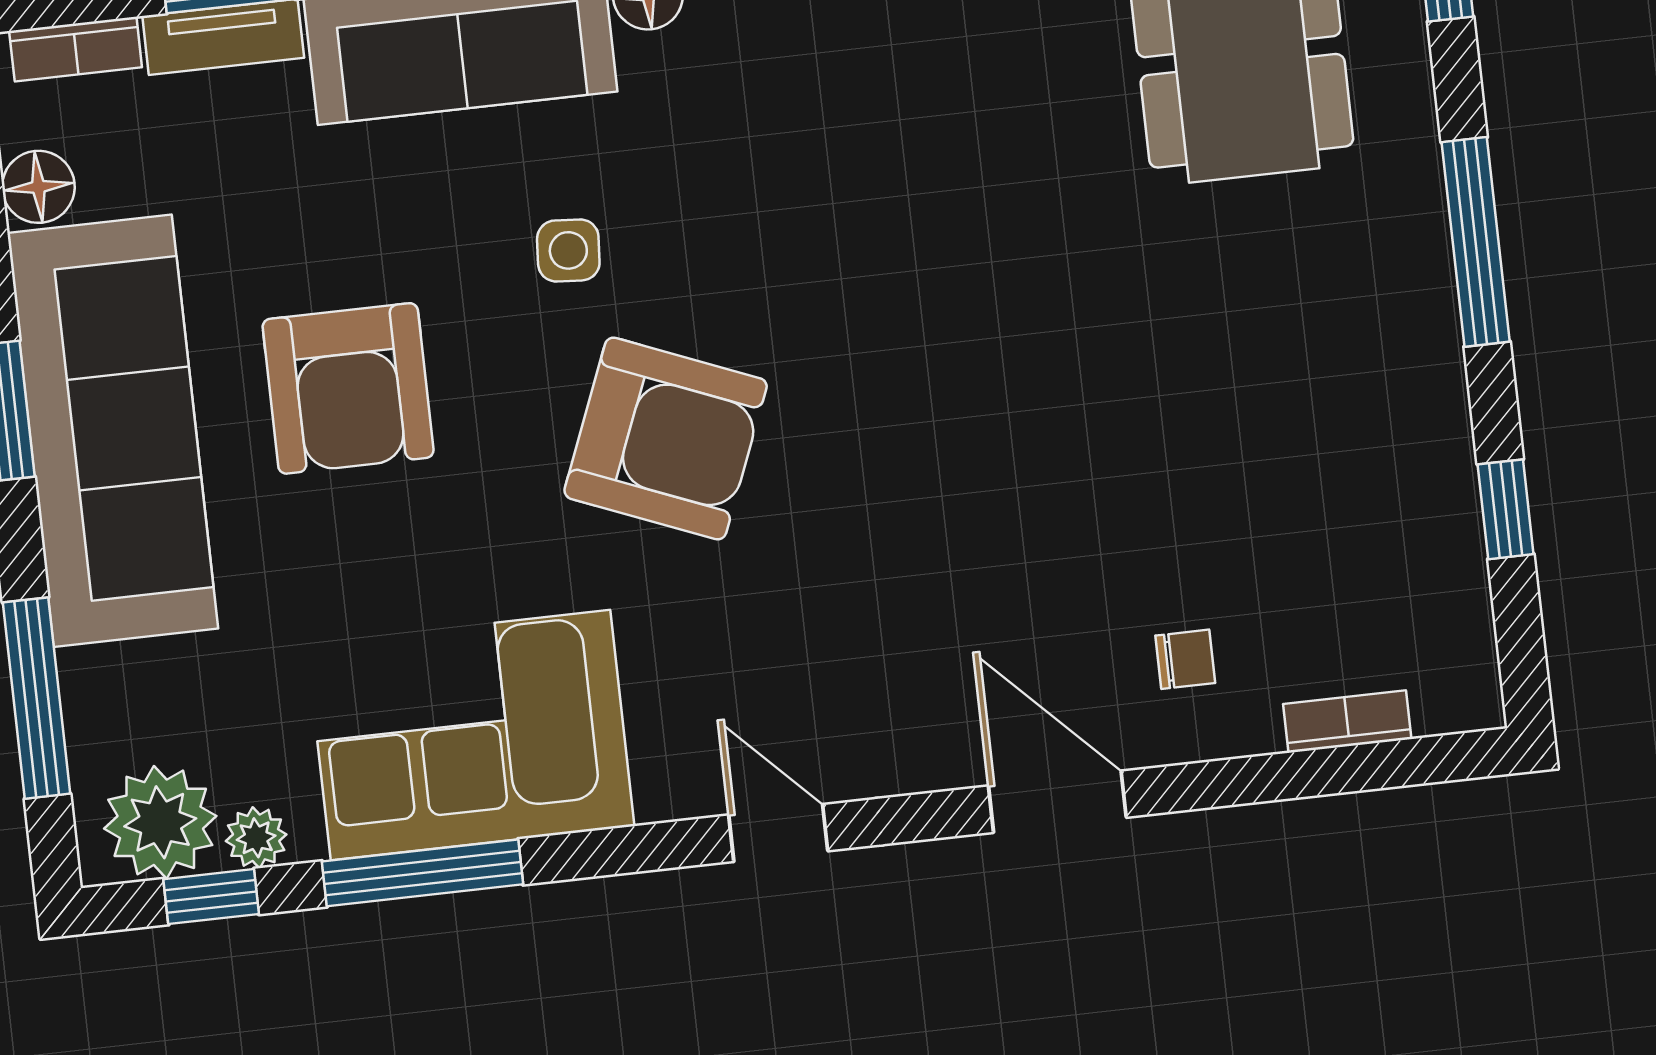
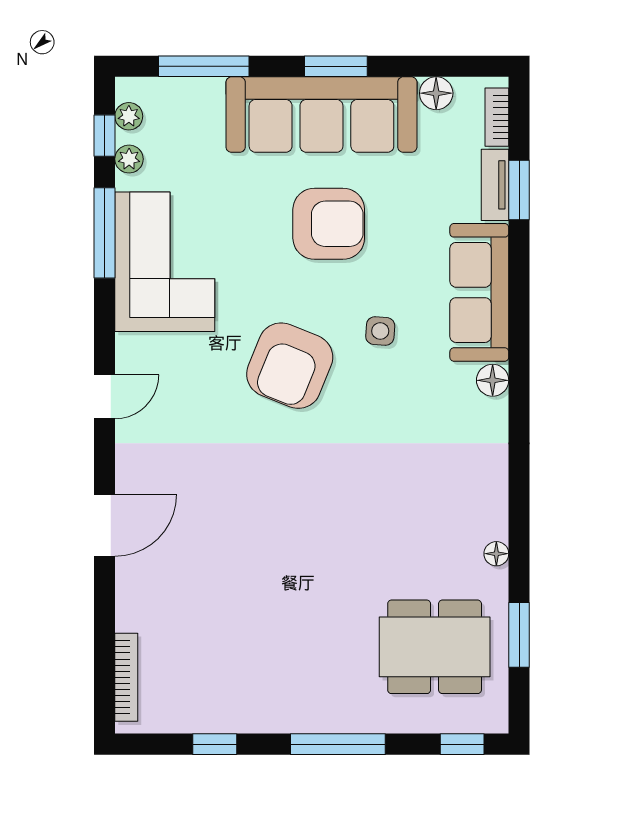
armchair: (348, 388) -> (329, 224), turned 180
chair: (1185, 659) -> (163, 591), removed
bookcase: (1347, 721) -> (126, 677), width x1.56
plant: (160, 822) -> (129, 116), width x0.53, depth x0.53

